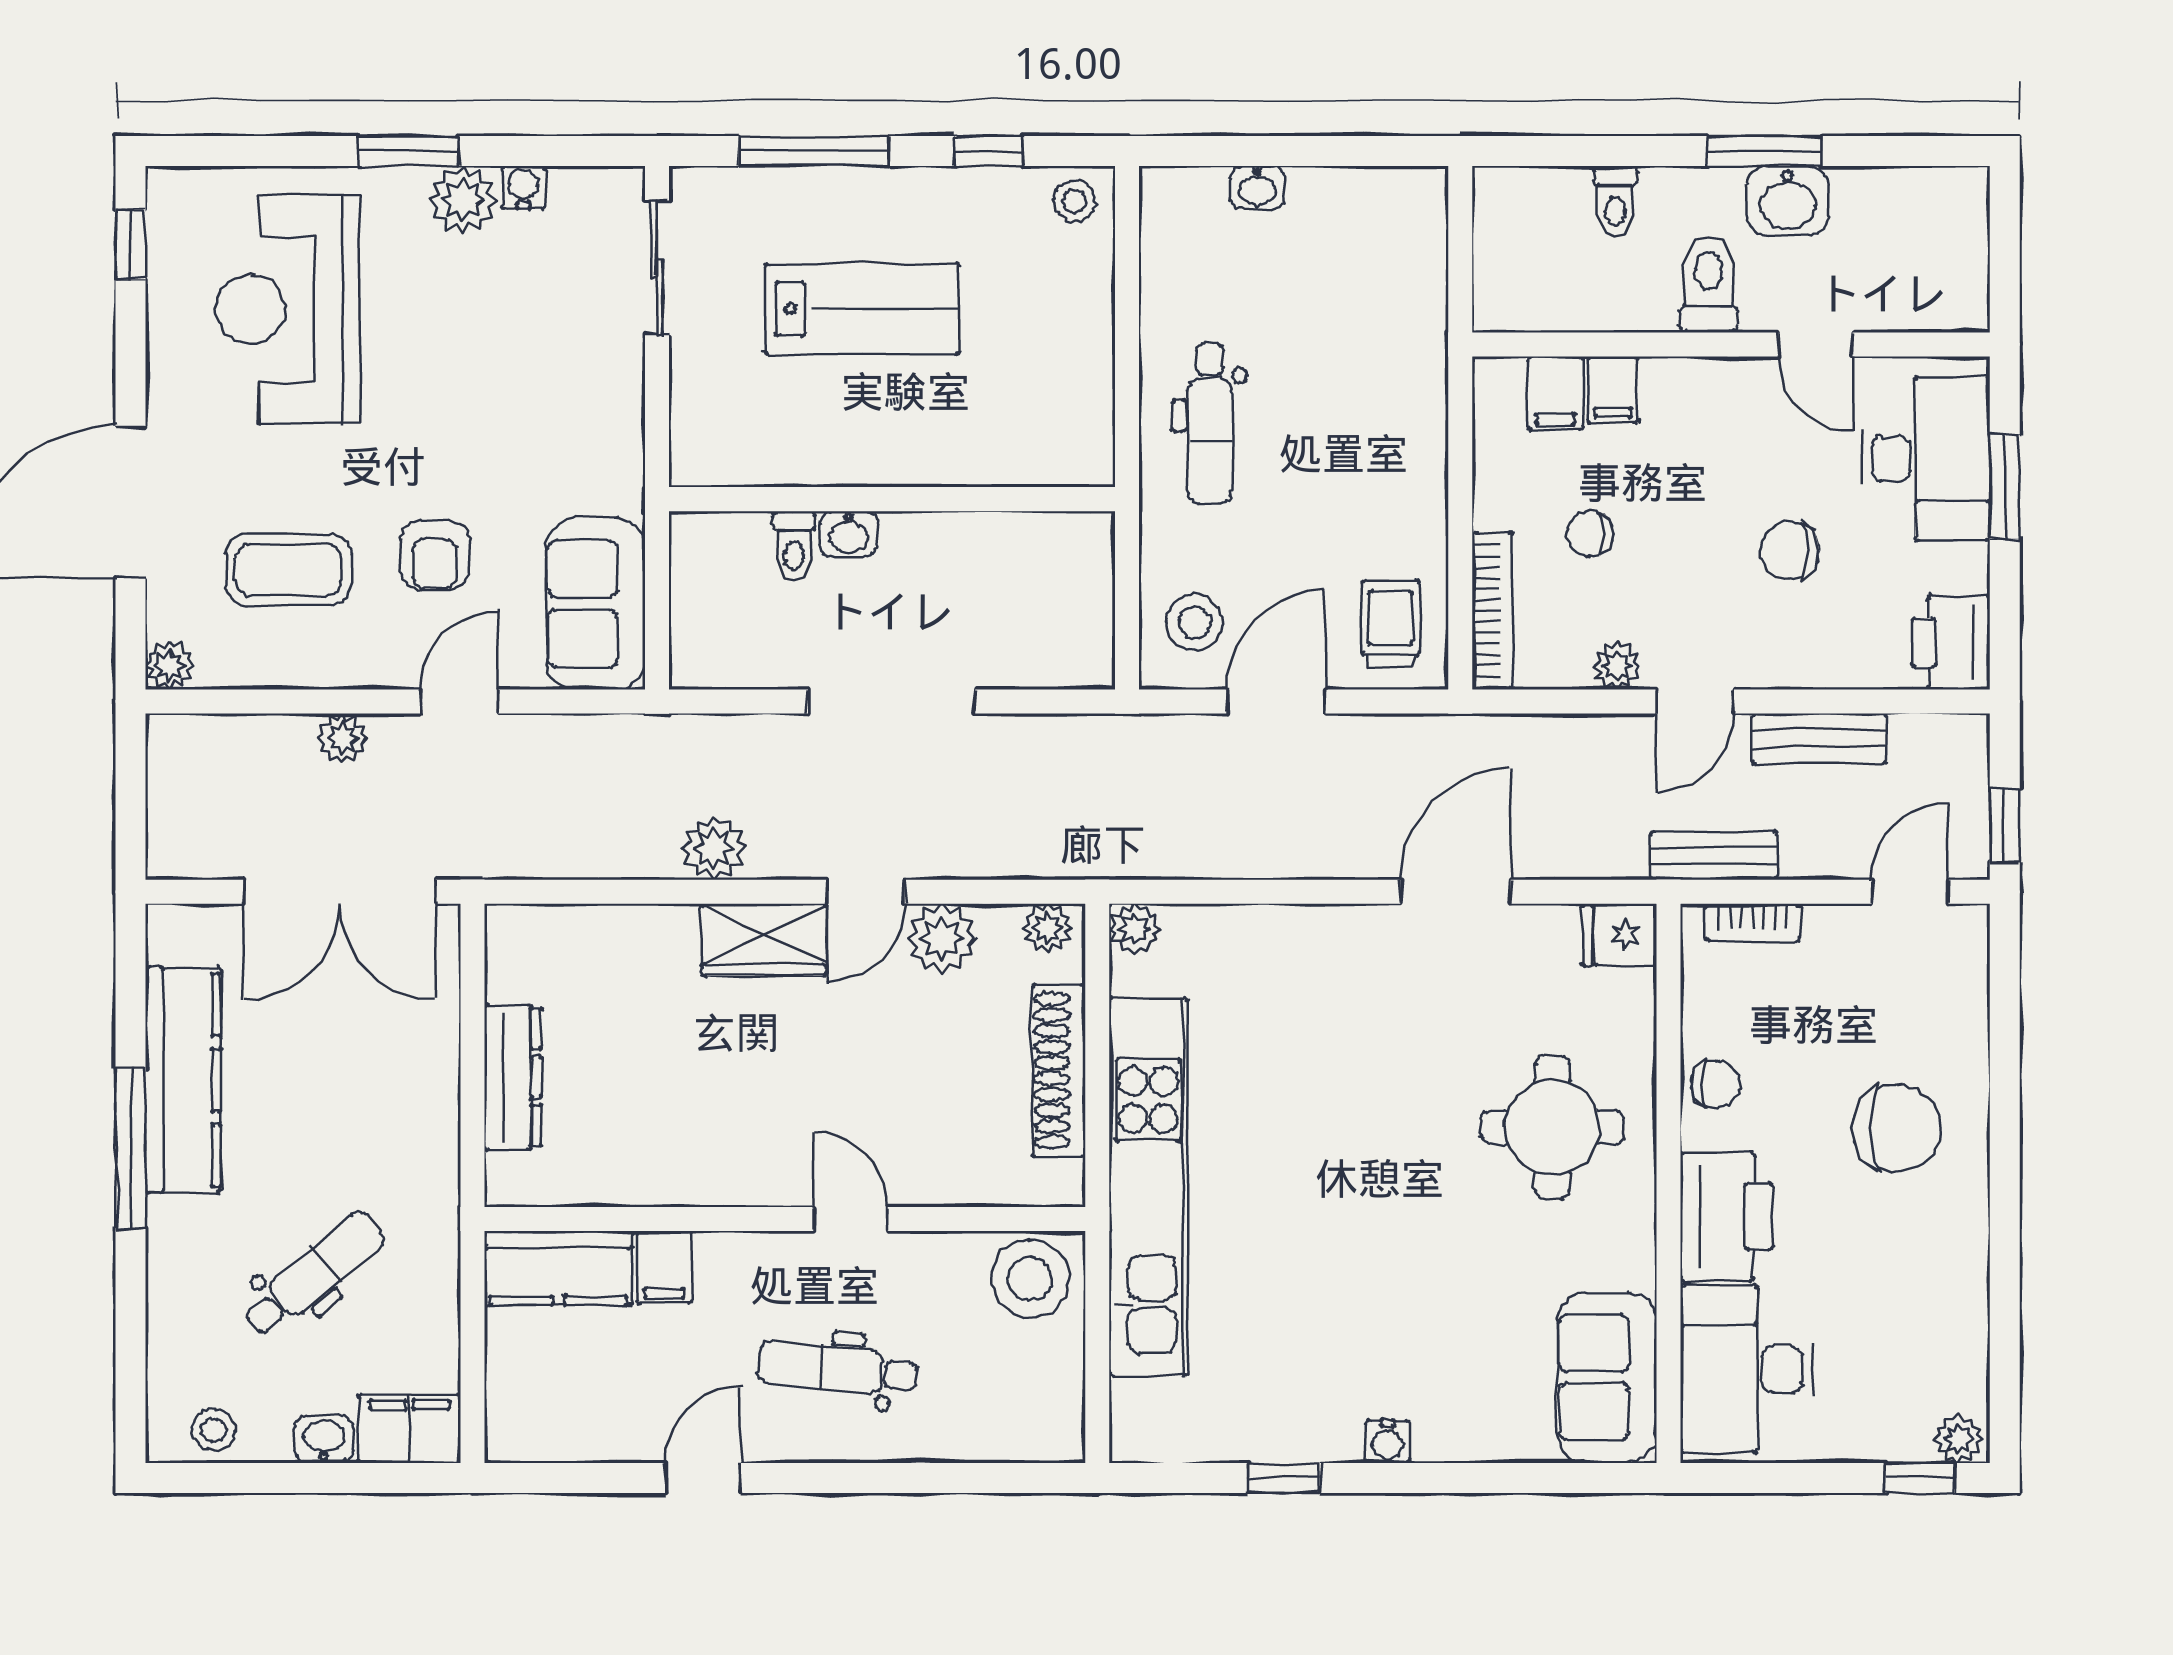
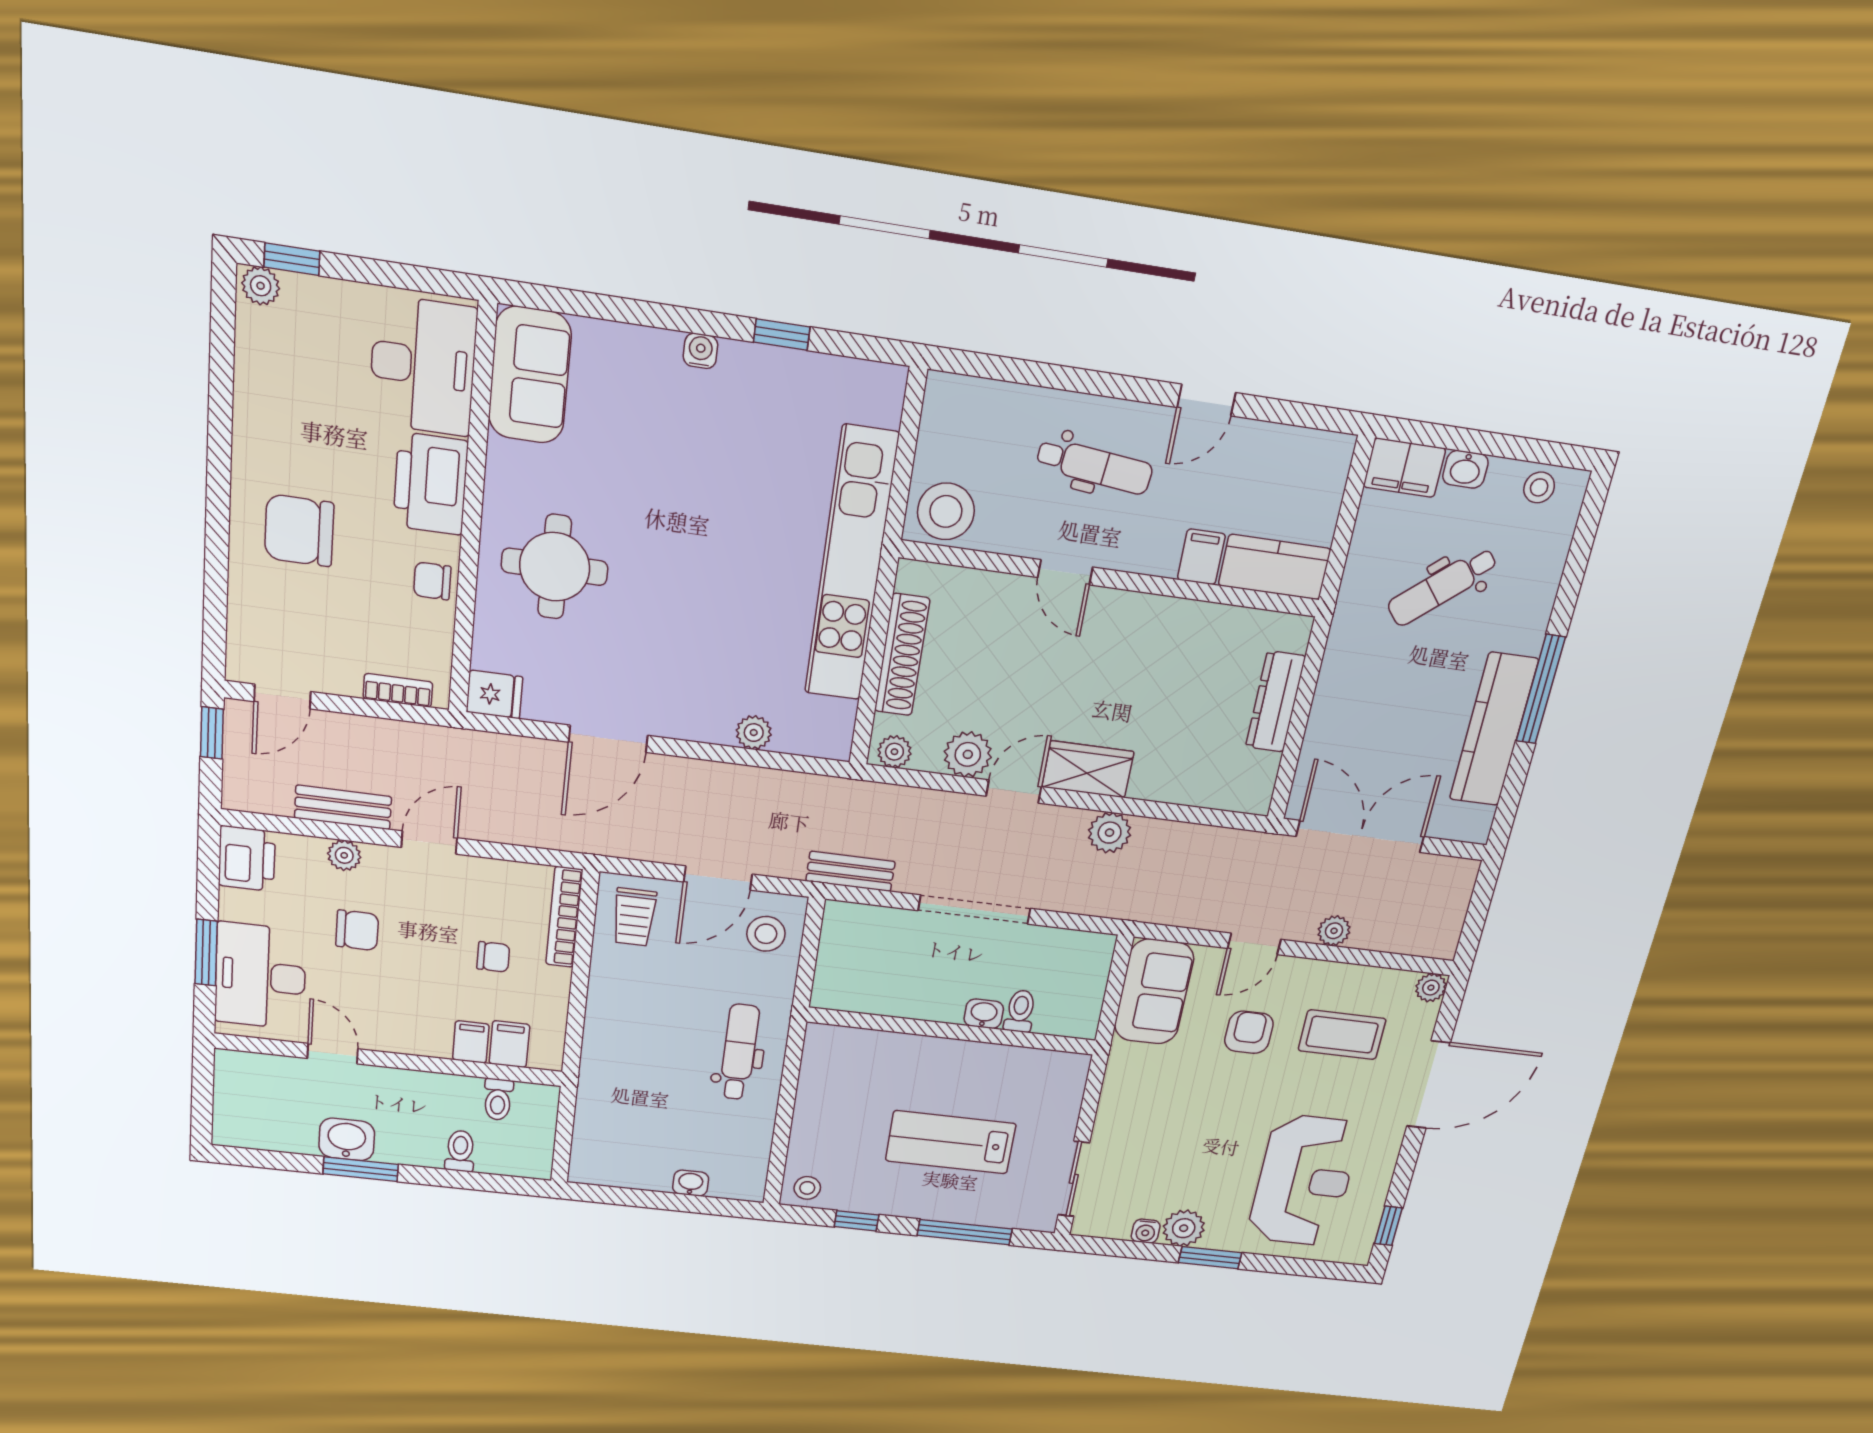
toilet: (1708, 284) -> (498, 1099), moved, width x0.73, depth x0.72
plant: (1617, 666) -> (344, 855), moved
bench: (1714, 856) -> (850, 871), moved
plant: (1135, 929) -> (754, 733), moved

